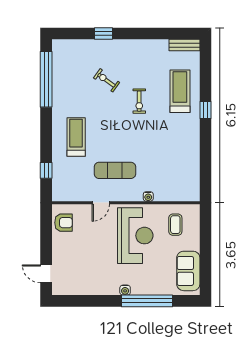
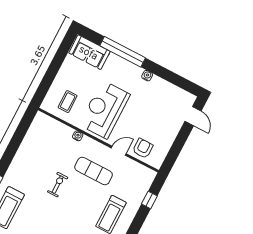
exercise bike: (139, 101) -> (58, 185), moved
armchair: (63, 223) -> (143, 148), moved, turned 90
sofa: (188, 271) -> (89, 52), moved, turned 90
water cooler: (125, 290) -> (147, 76), moved

